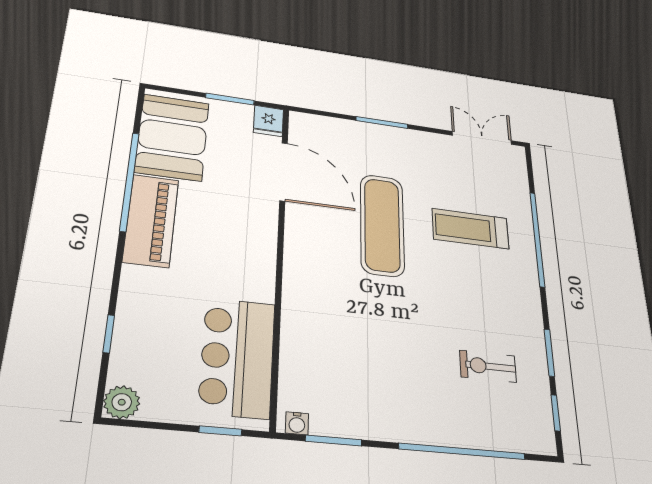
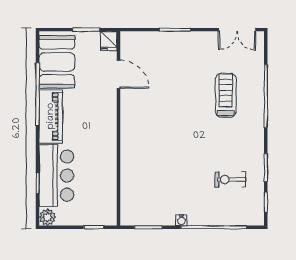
double door: (482, 138) -> (237, 30), swing flipped
door: (284, 172) -> (118, 74), width x0.73
exercise mat: (382, 225) -> (174, 101), removed
treadmill: (471, 229) -> (226, 95), turned 90
bar counter: (237, 357) -> (56, 176), moved, turned 180
water cooler: (297, 423) -> (181, 220), moved

